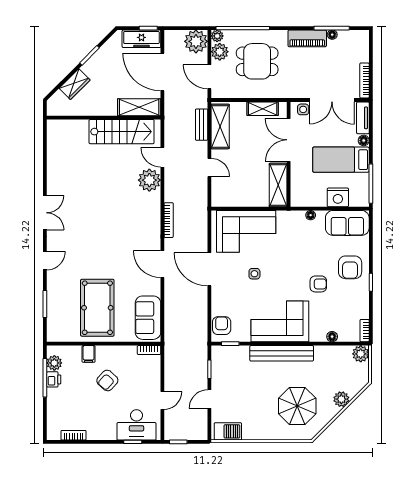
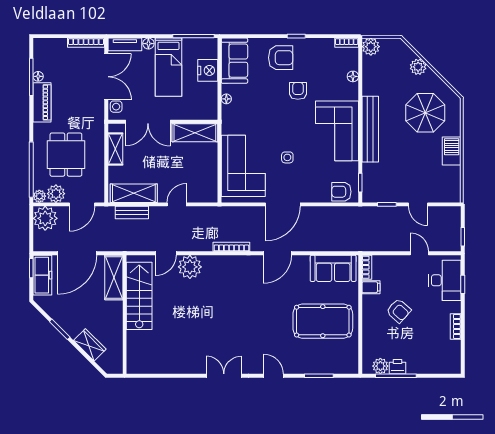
filing cabinet: (89, 354) -> (371, 287), moved
barbecue: (228, 431) -> (452, 151), moved
bookcase: (74, 435) -> (456, 326), moved

